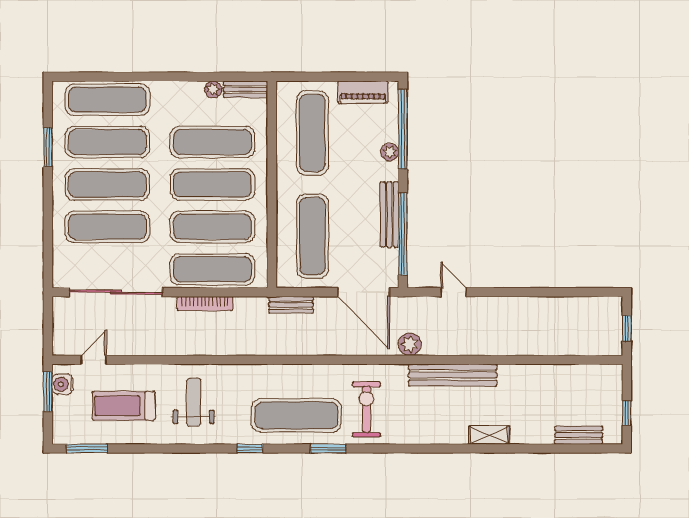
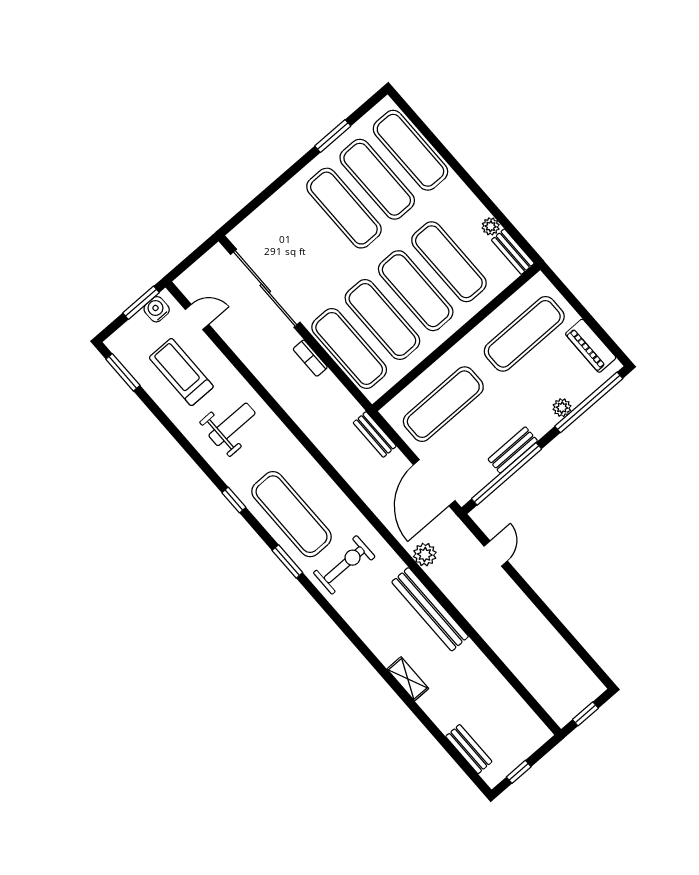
bench: (389, 214) -> (513, 450), width x0.73
exercise mat: (107, 227) -> (311, 237), removed
bookcase: (205, 304) -> (310, 358), width x0.64

